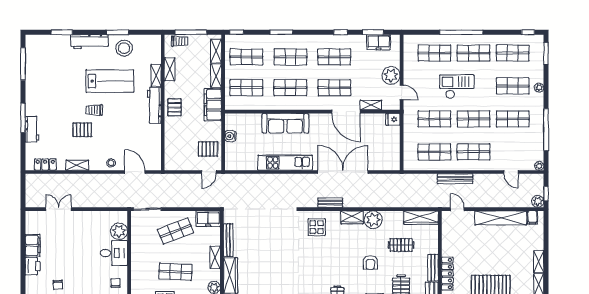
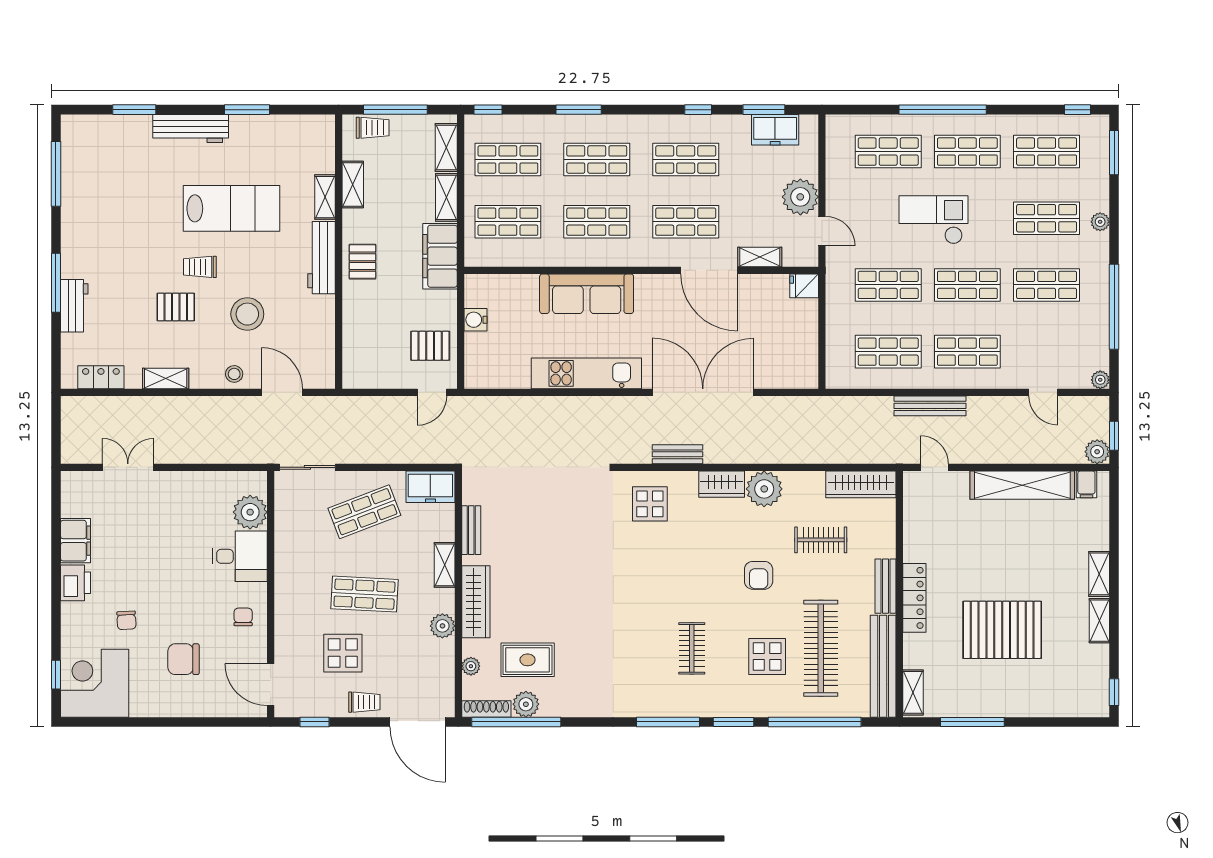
stool: (124, 48) -> (247, 314), moved
bench: (228, 240) -> (471, 530), width x0.73

